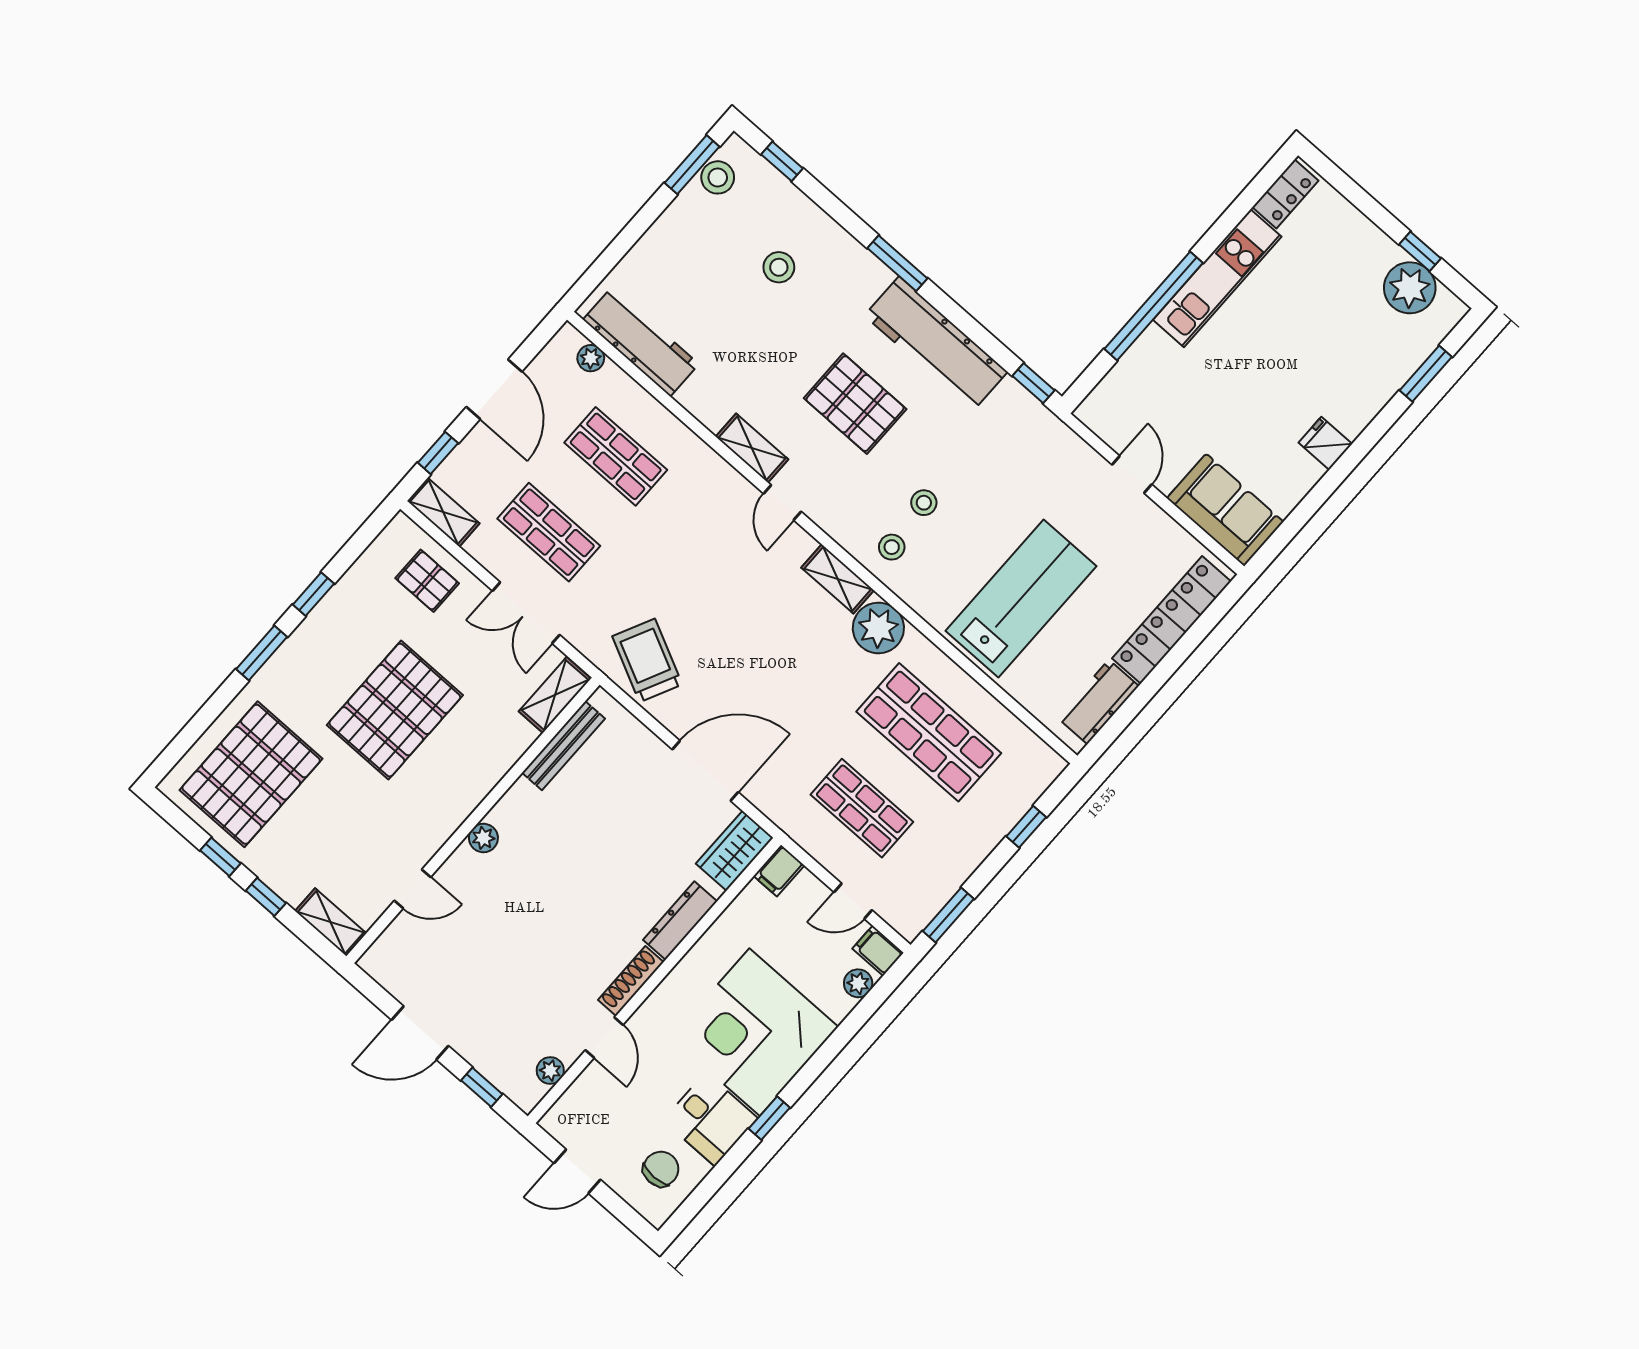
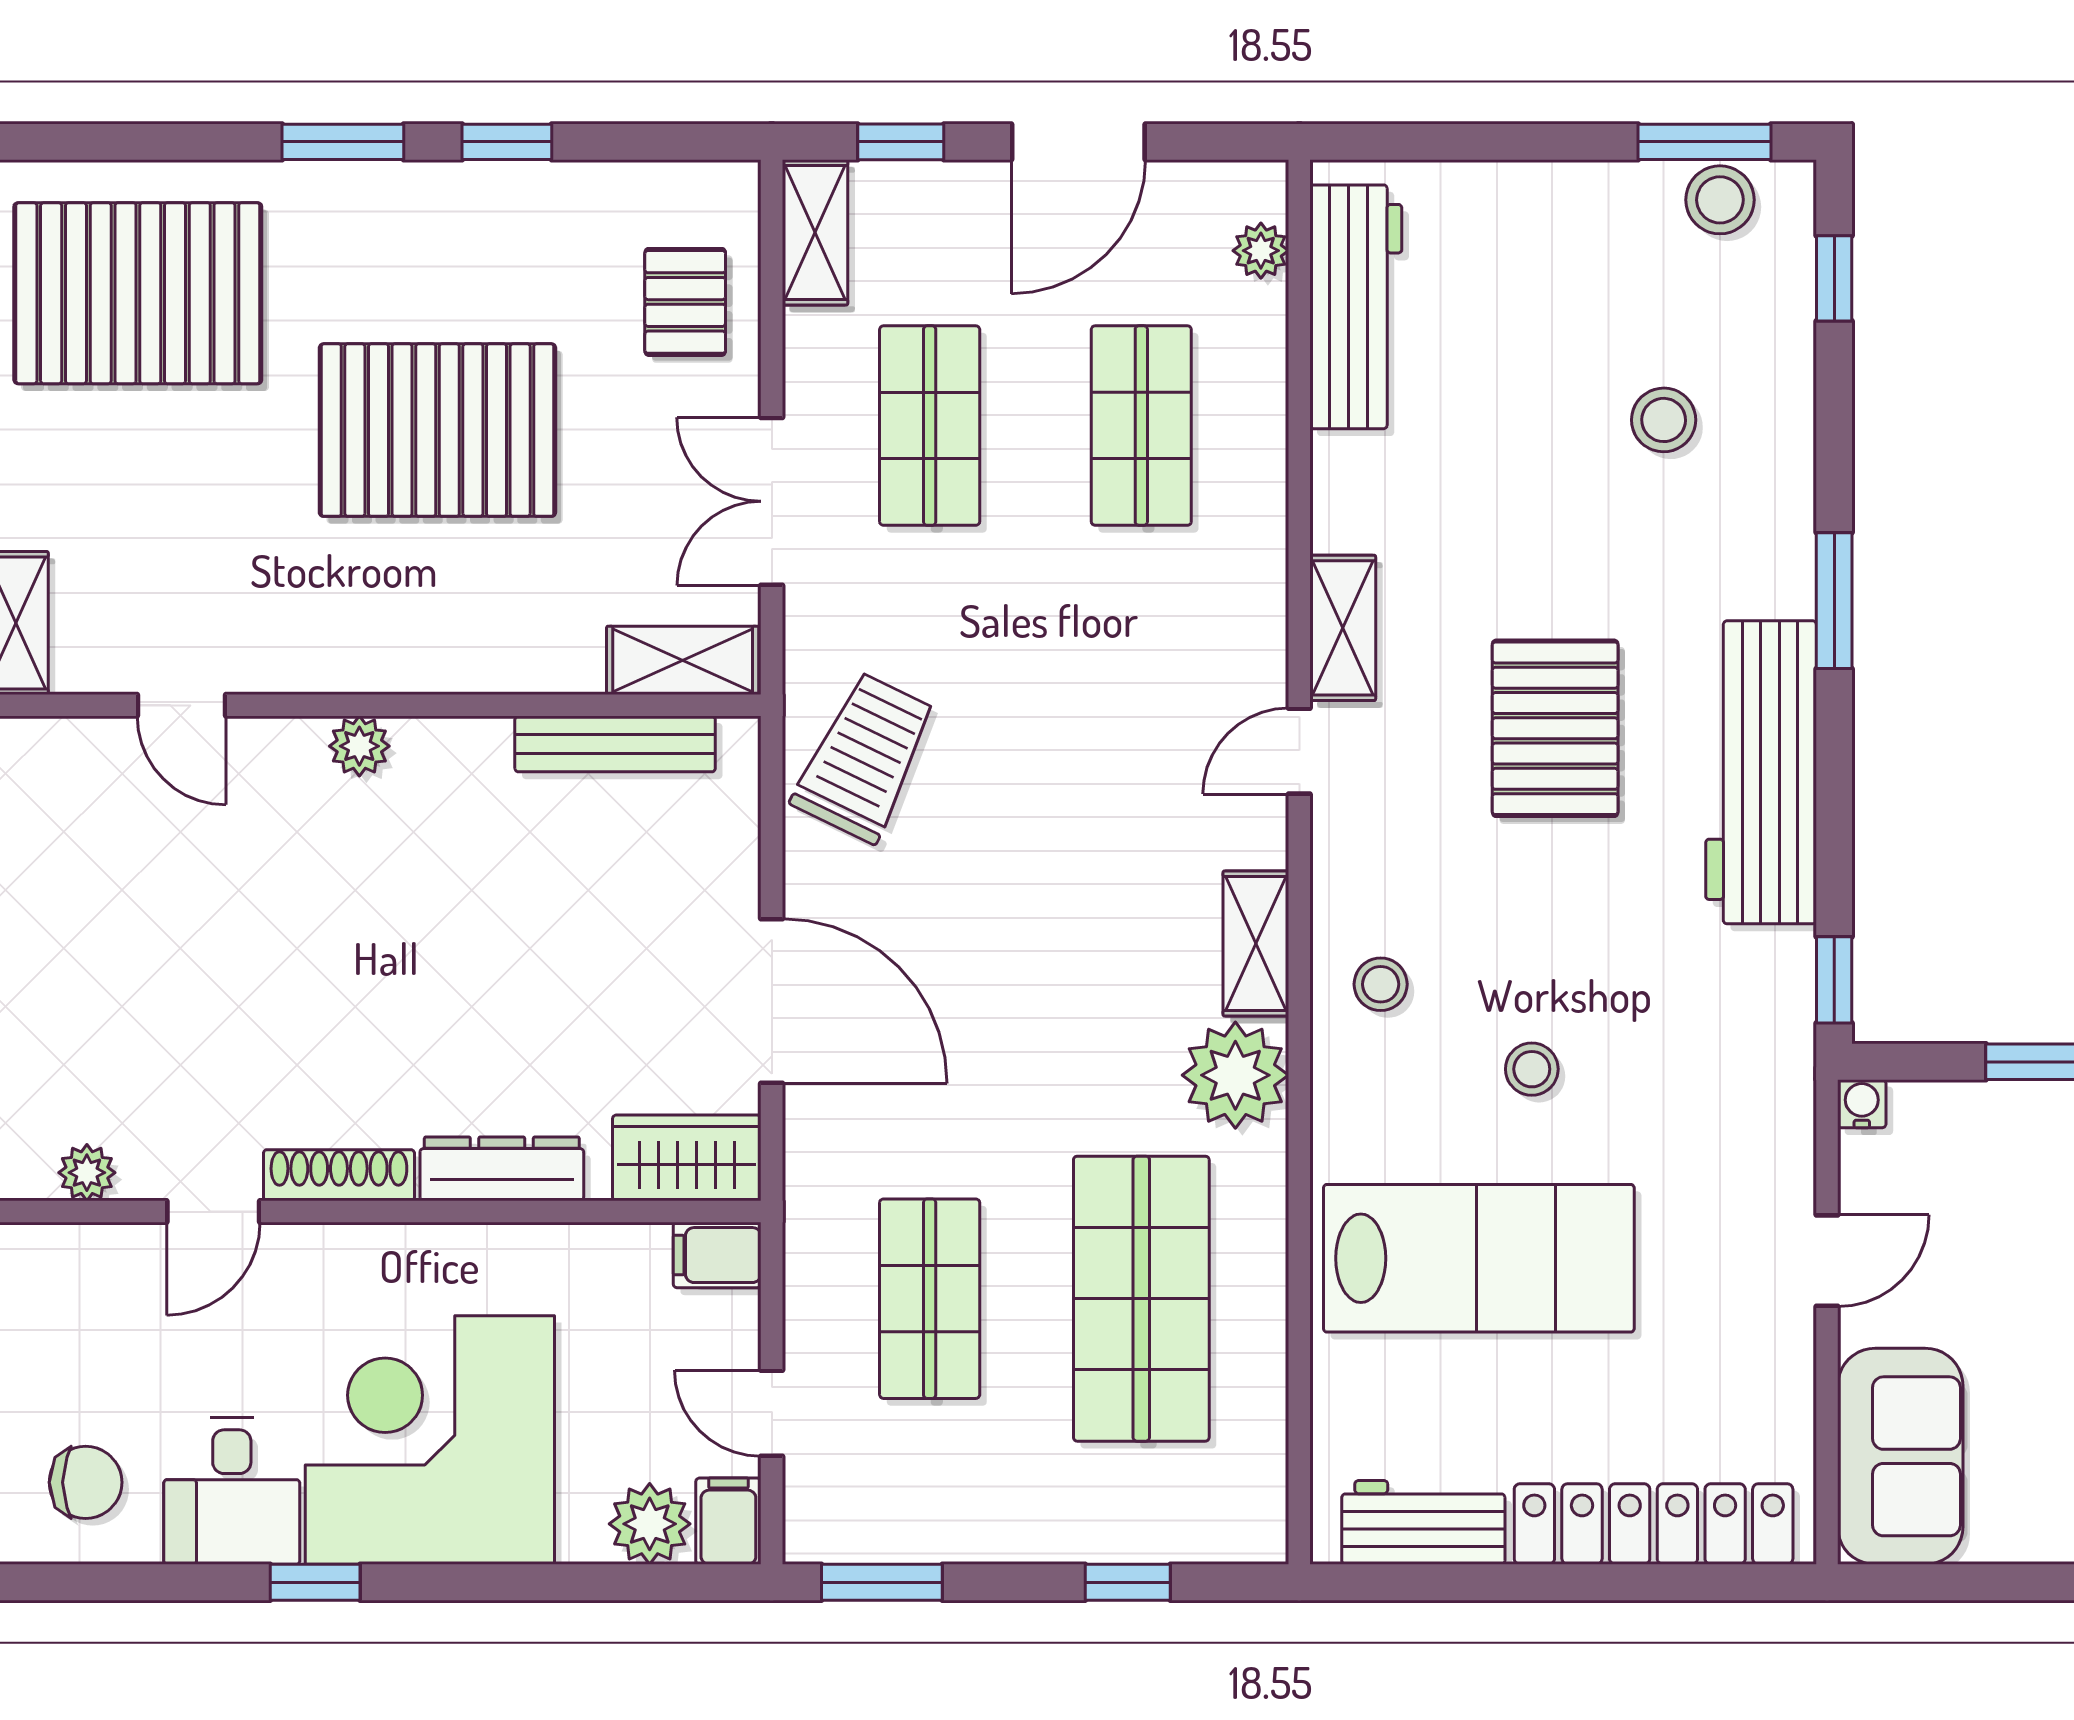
water cooler: (1087, 412) -> (1862, 1104), added
stool: (924, 503) -> (1532, 1069), moved
plant: (858, 983) -> (650, 1524), width x1.38, depth x1.38

